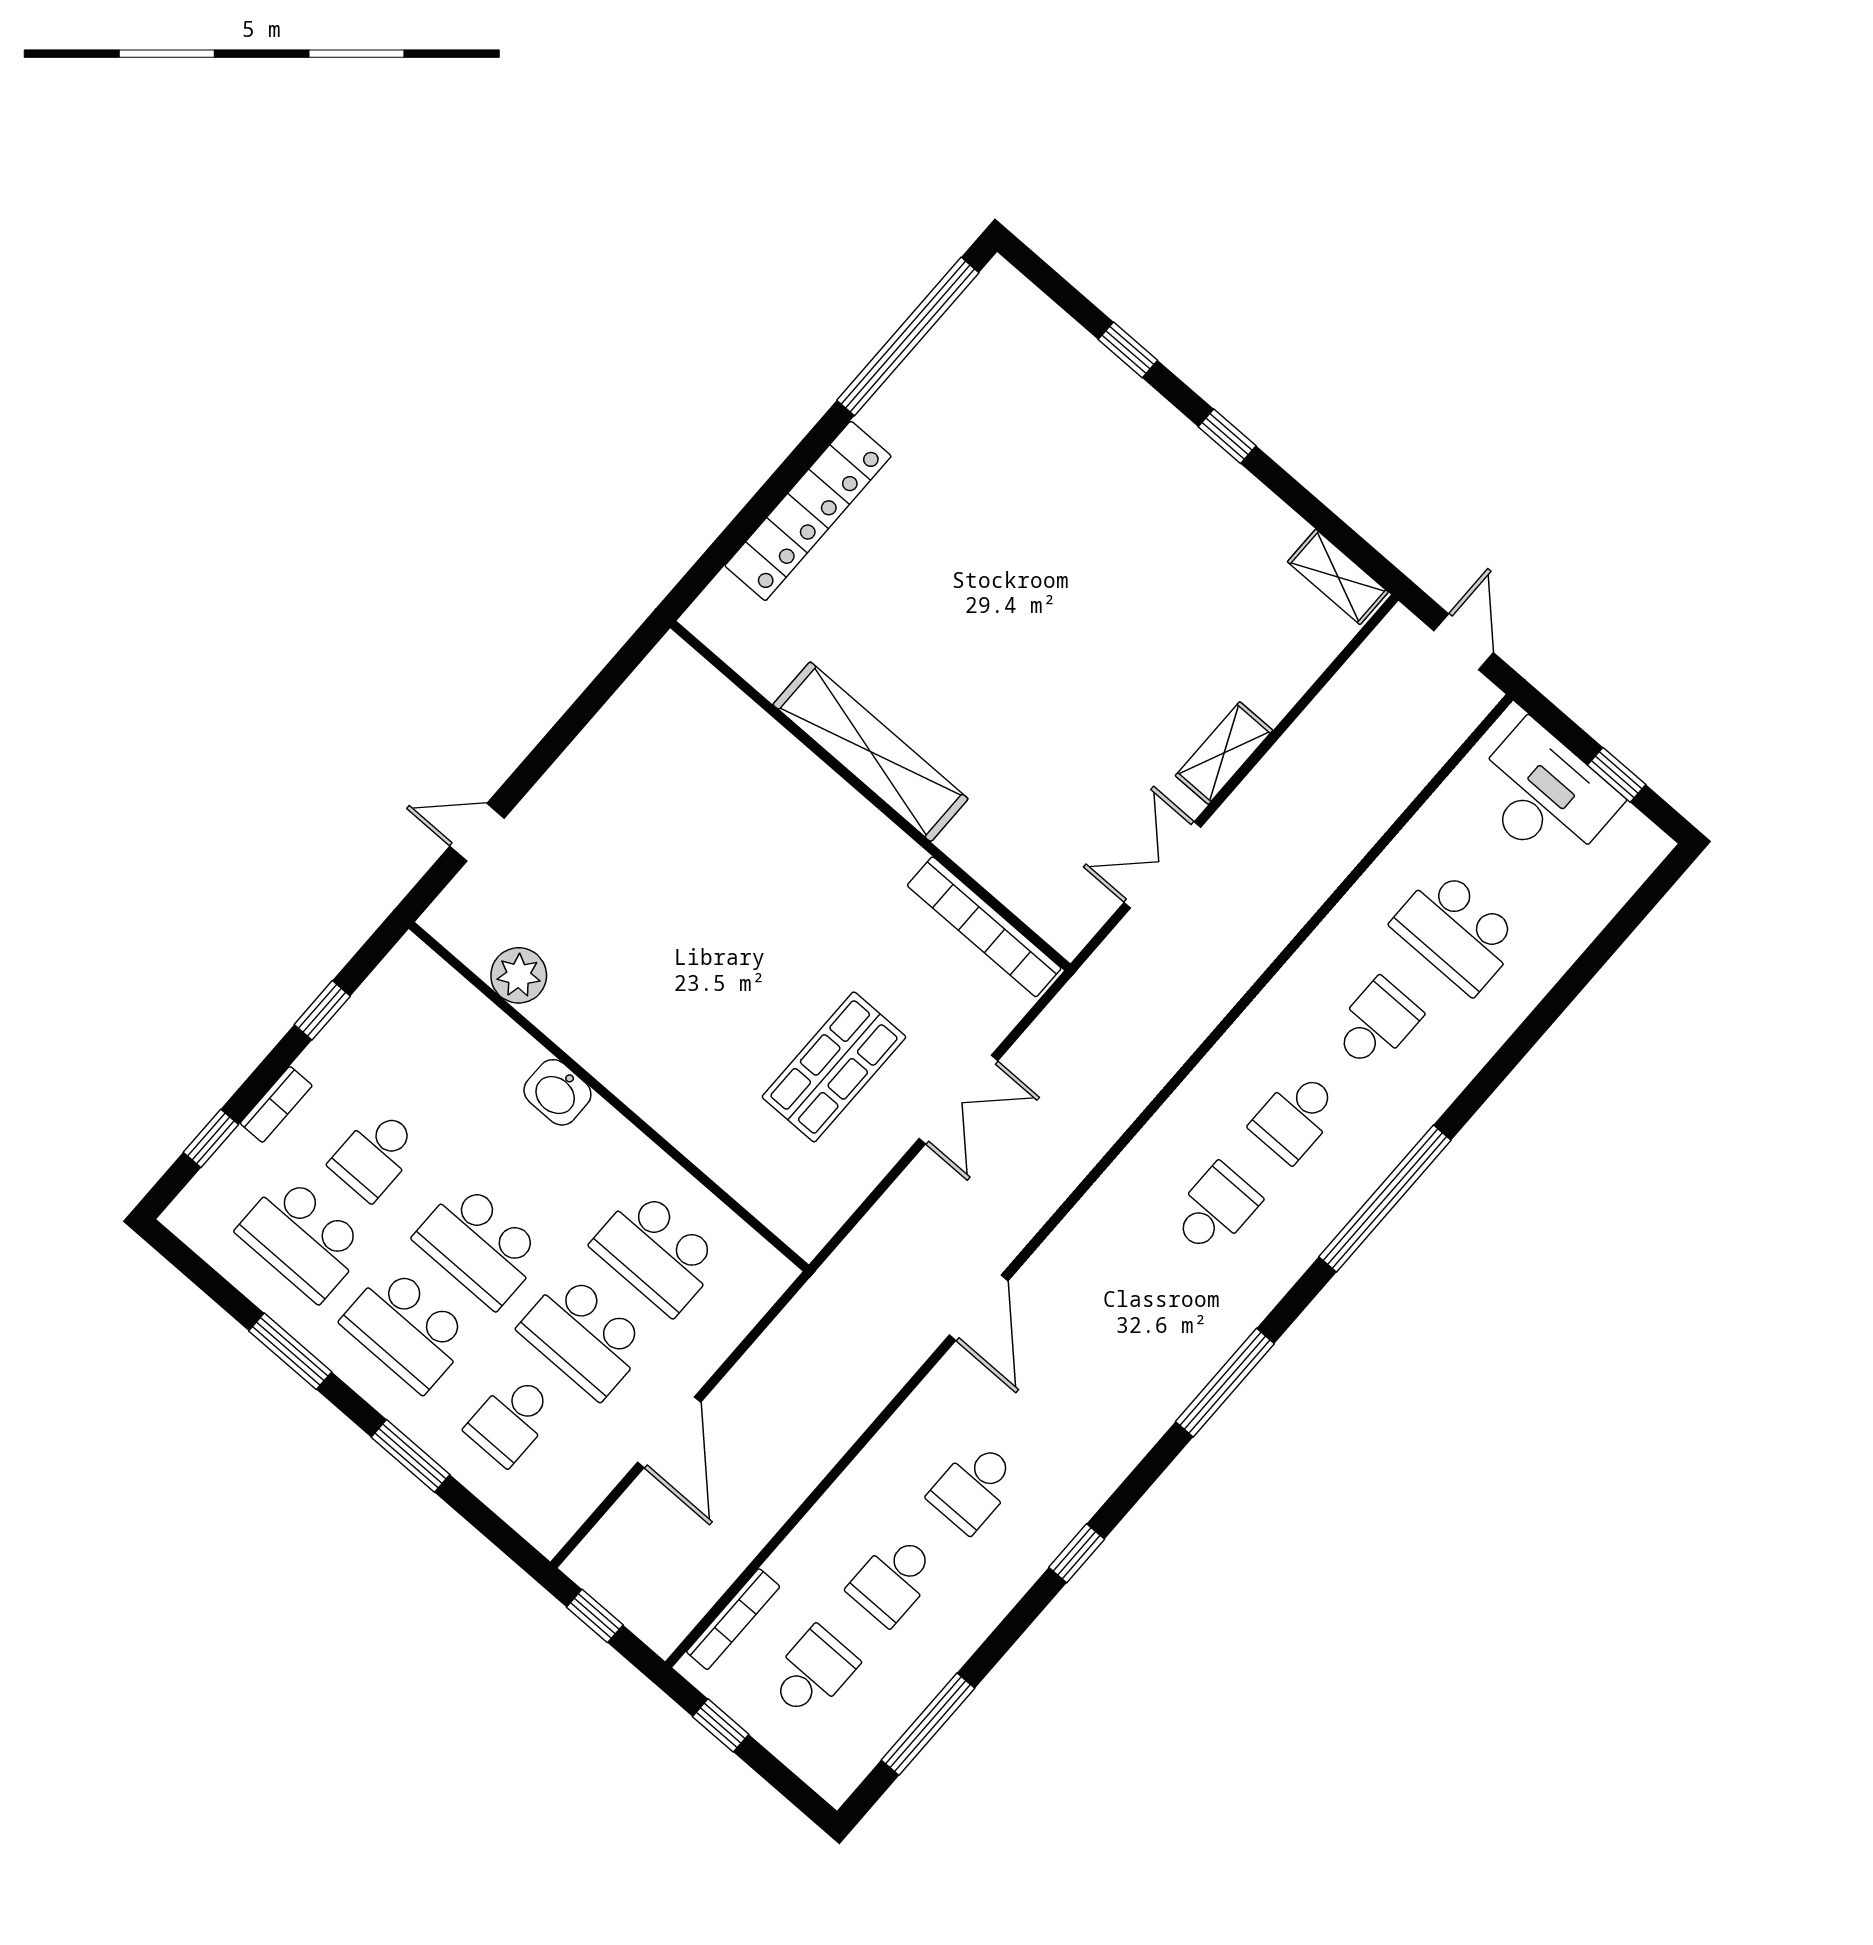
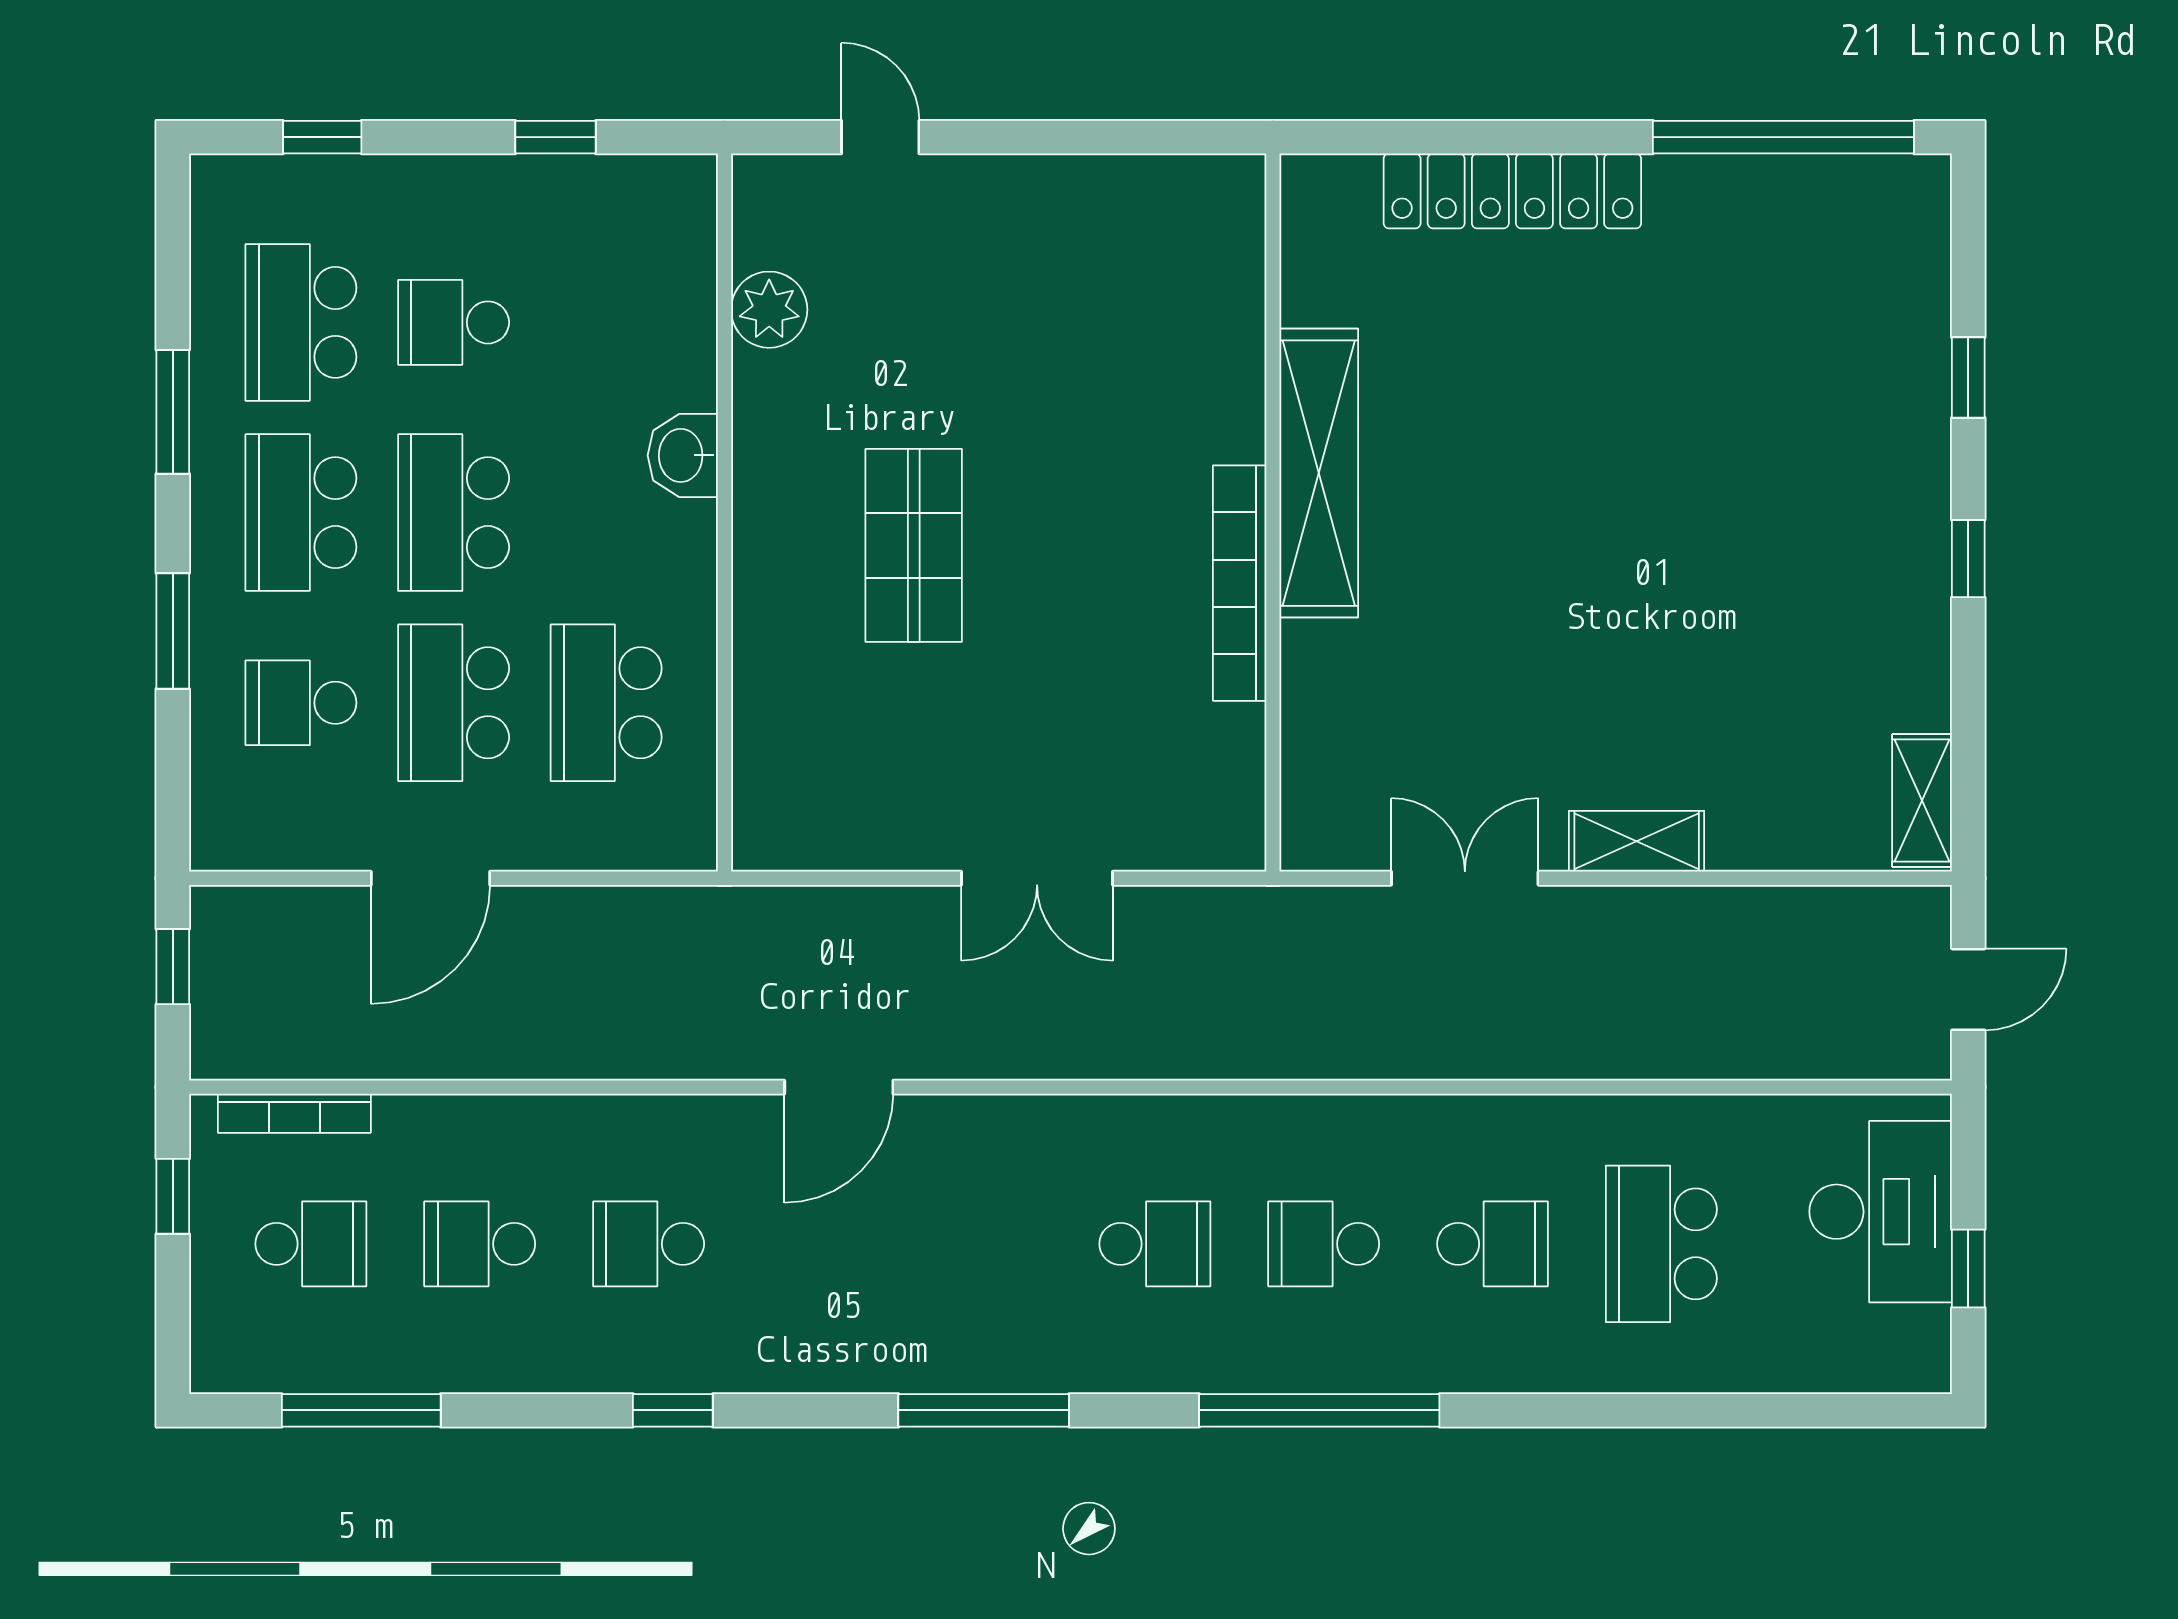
bookcase: (984, 927) -> (1240, 583), moved
shop shelf: (834, 1067) -> (914, 545), moved, turned 90
bookcase: (276, 1104) -> (416, 174), removed

